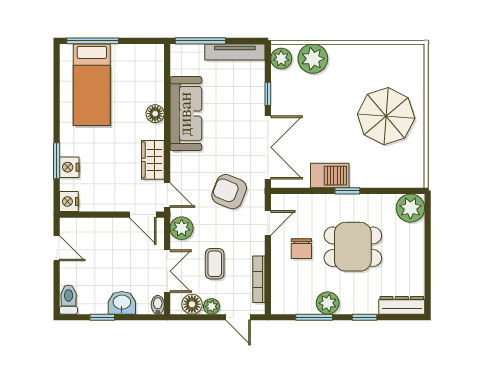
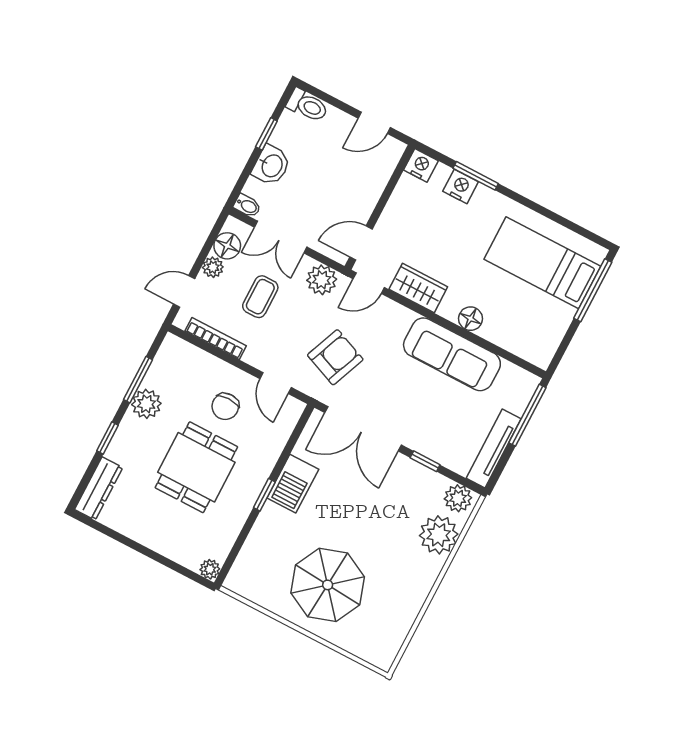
plant: (410, 208) -> (210, 569), width x0.53, depth x0.53
chair: (301, 249) -> (225, 406), turned -90
coffee table: (215, 264) -> (260, 297), turned 90

